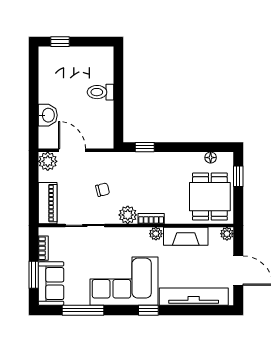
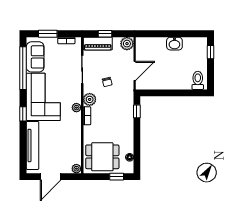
toilet: (100, 92) -> (198, 80), moved
washbasin: (48, 115) -> (174, 44), moved
door: (72, 150) -> (135, 71), moved
window: (34, 193) -> (105, 34), added
plant: (156, 234) -> (76, 108), moved
fireplace: (186, 236) -> (75, 140), removed
sofa: (51, 284) -> (35, 57), moved, turned -90
window: (83, 310) -> (23, 68), width x1.46

